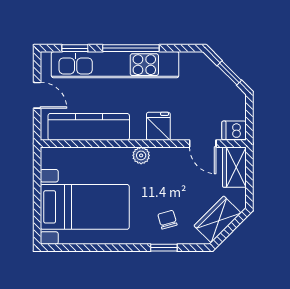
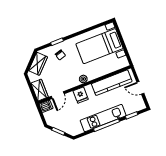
kitchen unit: (115, 65) -> (103, 118), width x0.73
door: (203, 144) -> (58, 95), swing flipped

